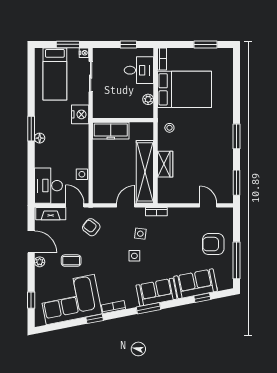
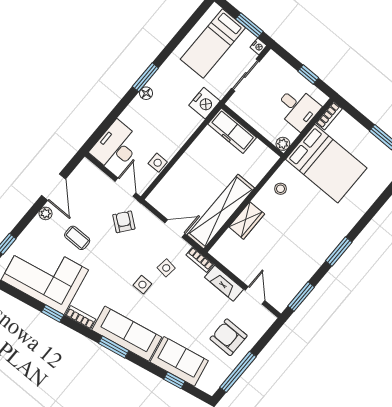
wall: (123, 120) -> (253, 131), moved
freezer: (111, 131) -> (232, 131), moved
fireplace: (51, 214) -> (224, 283), moved
sofa: (156, 292) -> (127, 334), width x1.36

